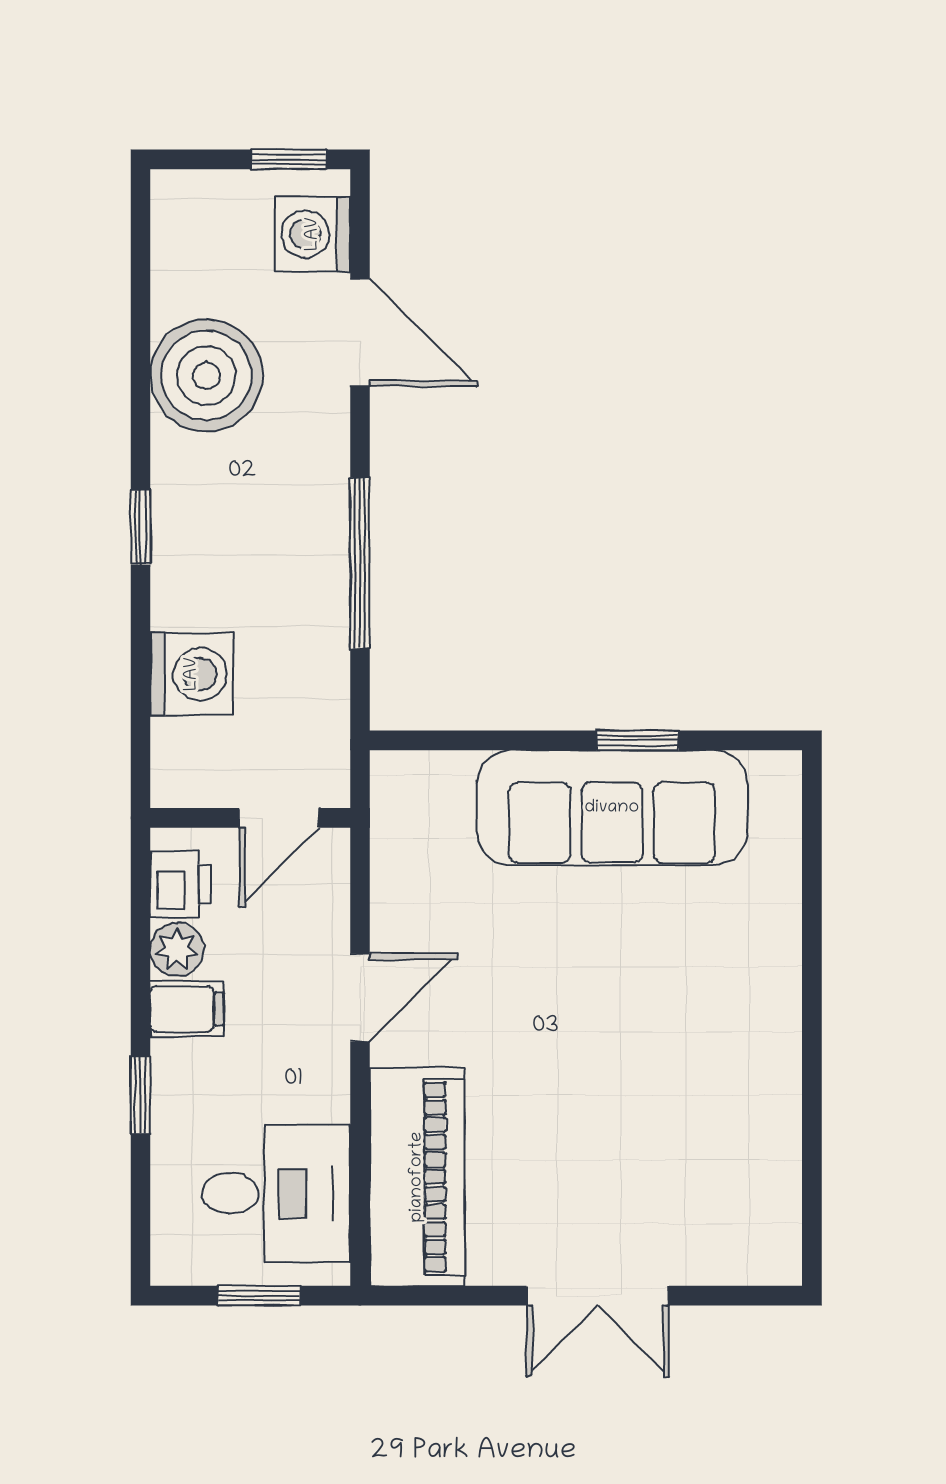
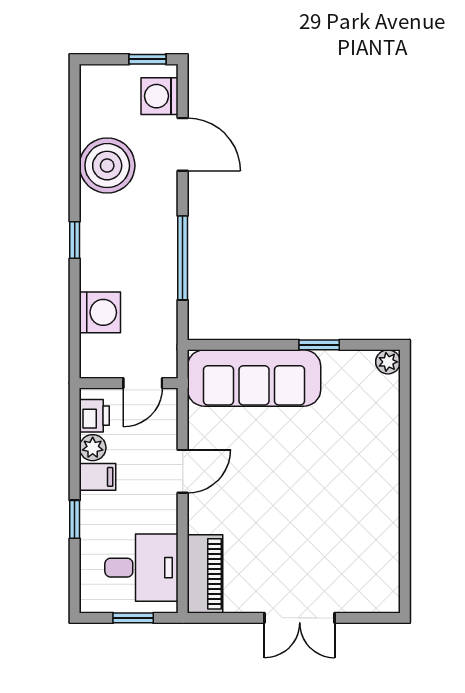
plant: (777, 775) -> (388, 362), added
sofa: (612, 808) -> (254, 378), moved
piano: (417, 1177) -> (205, 574), width x0.73, depth x0.75

